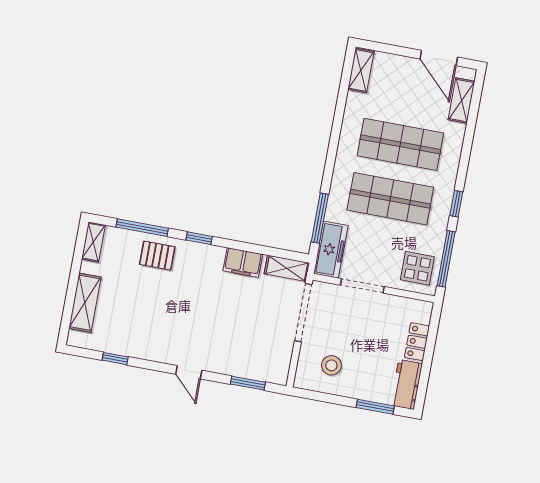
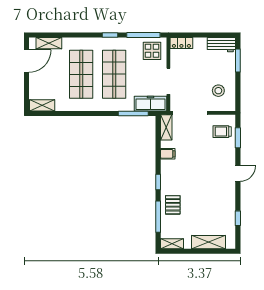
filing cabinet: (243, 263) -> (168, 154), width x0.50
locker: (417, 342) -> (181, 43), moved
trolley: (263, 359) -> (222, 132), added

